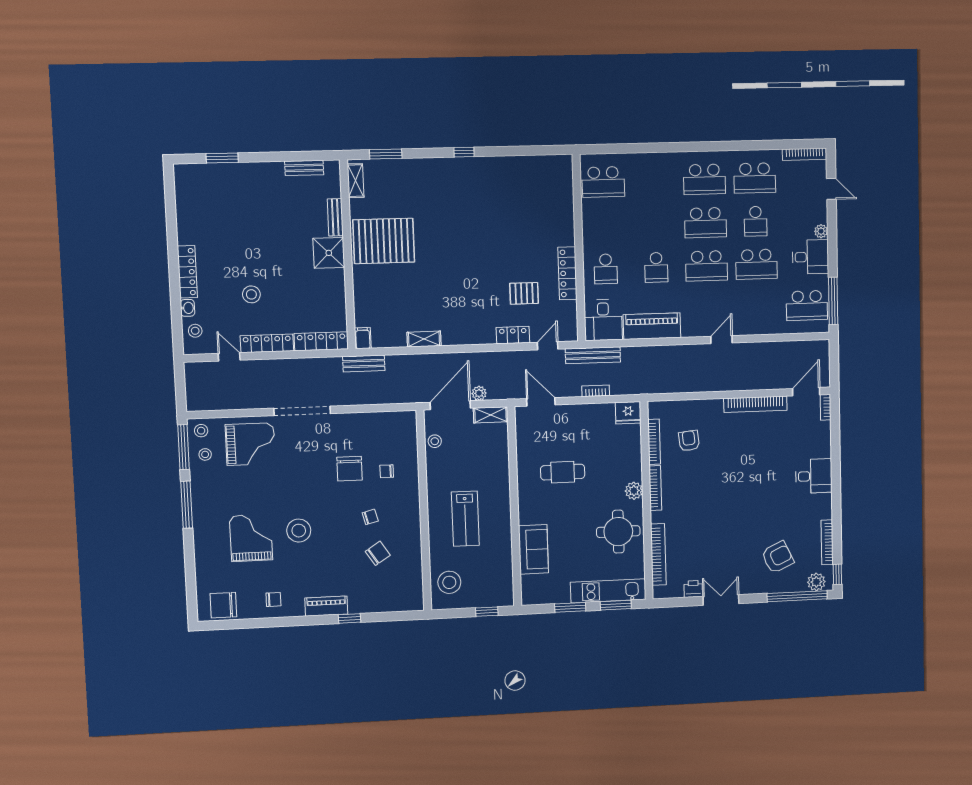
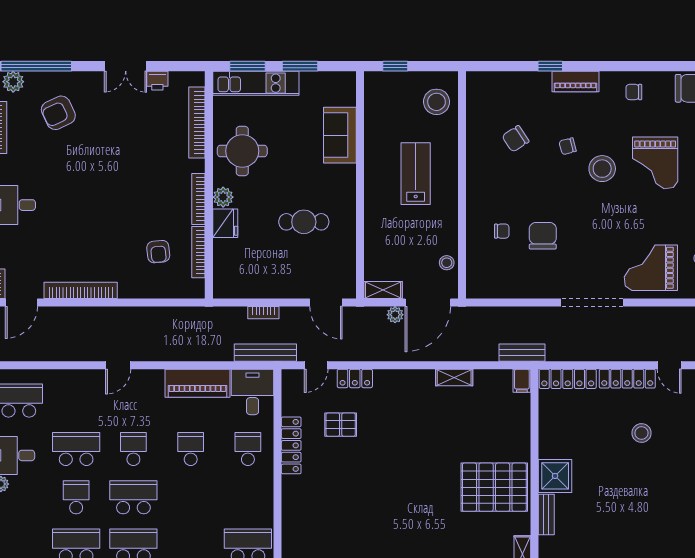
school desk: (706, 266) -> (133, 449), width x0.54
fridge: (628, 413) -> (225, 223), moved, turned 90
chair: (370, 517) -> (568, 146), moved

